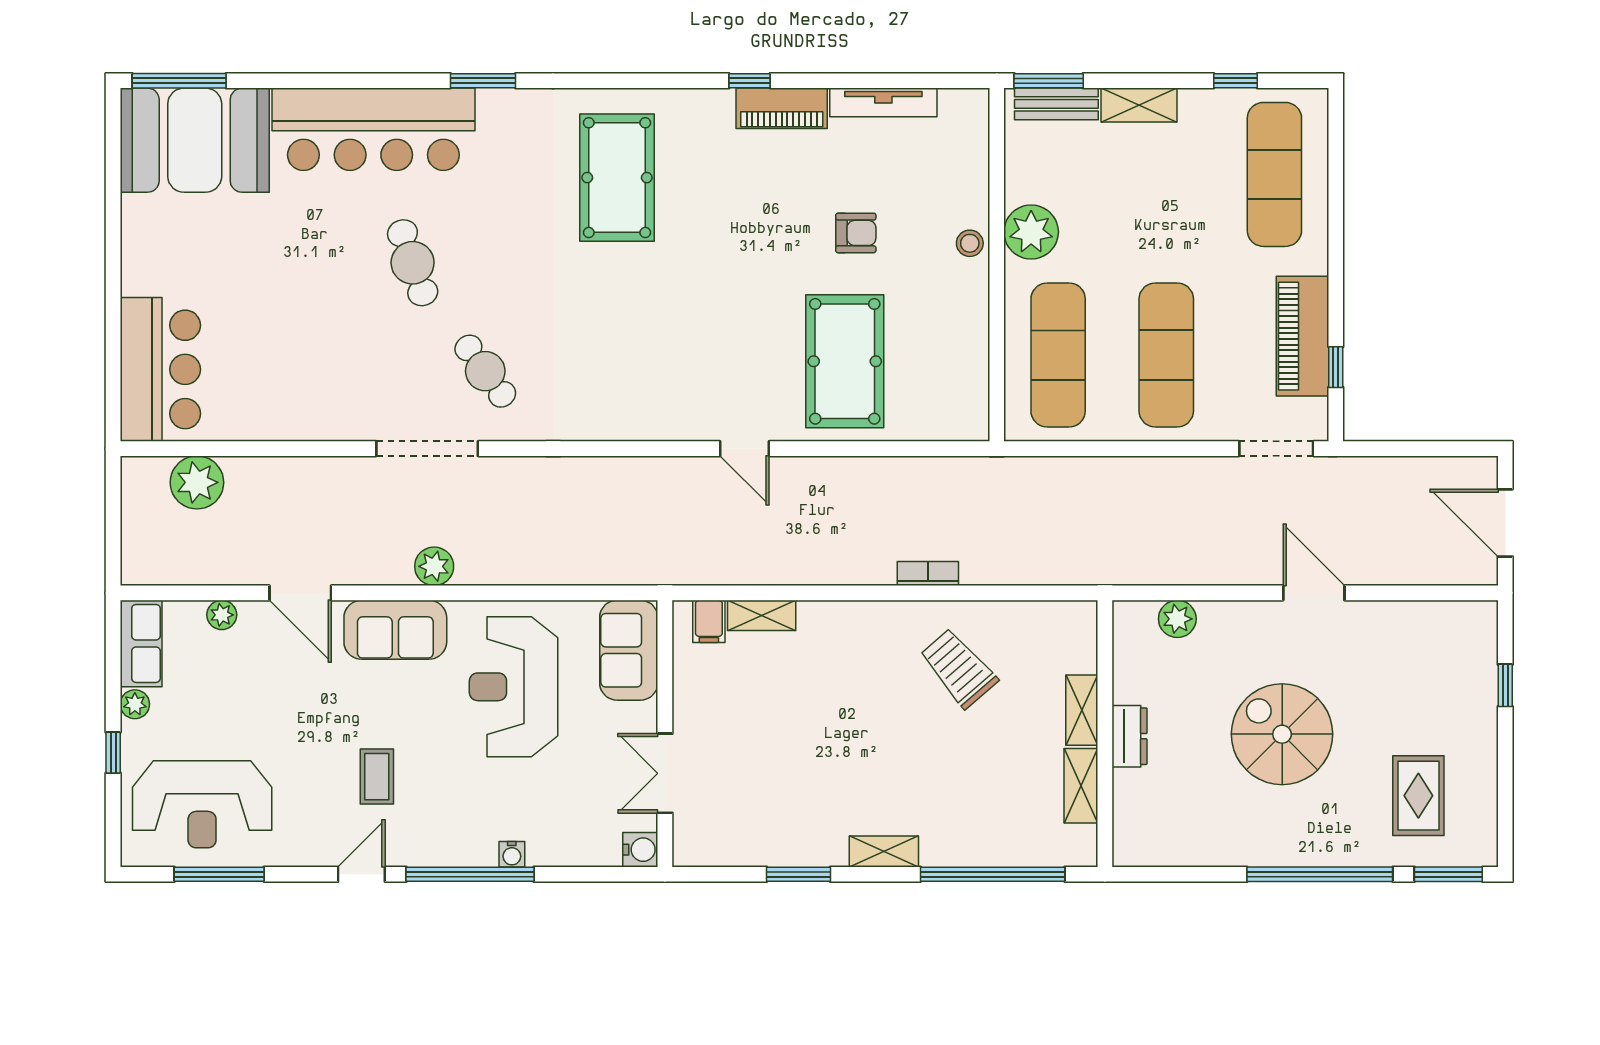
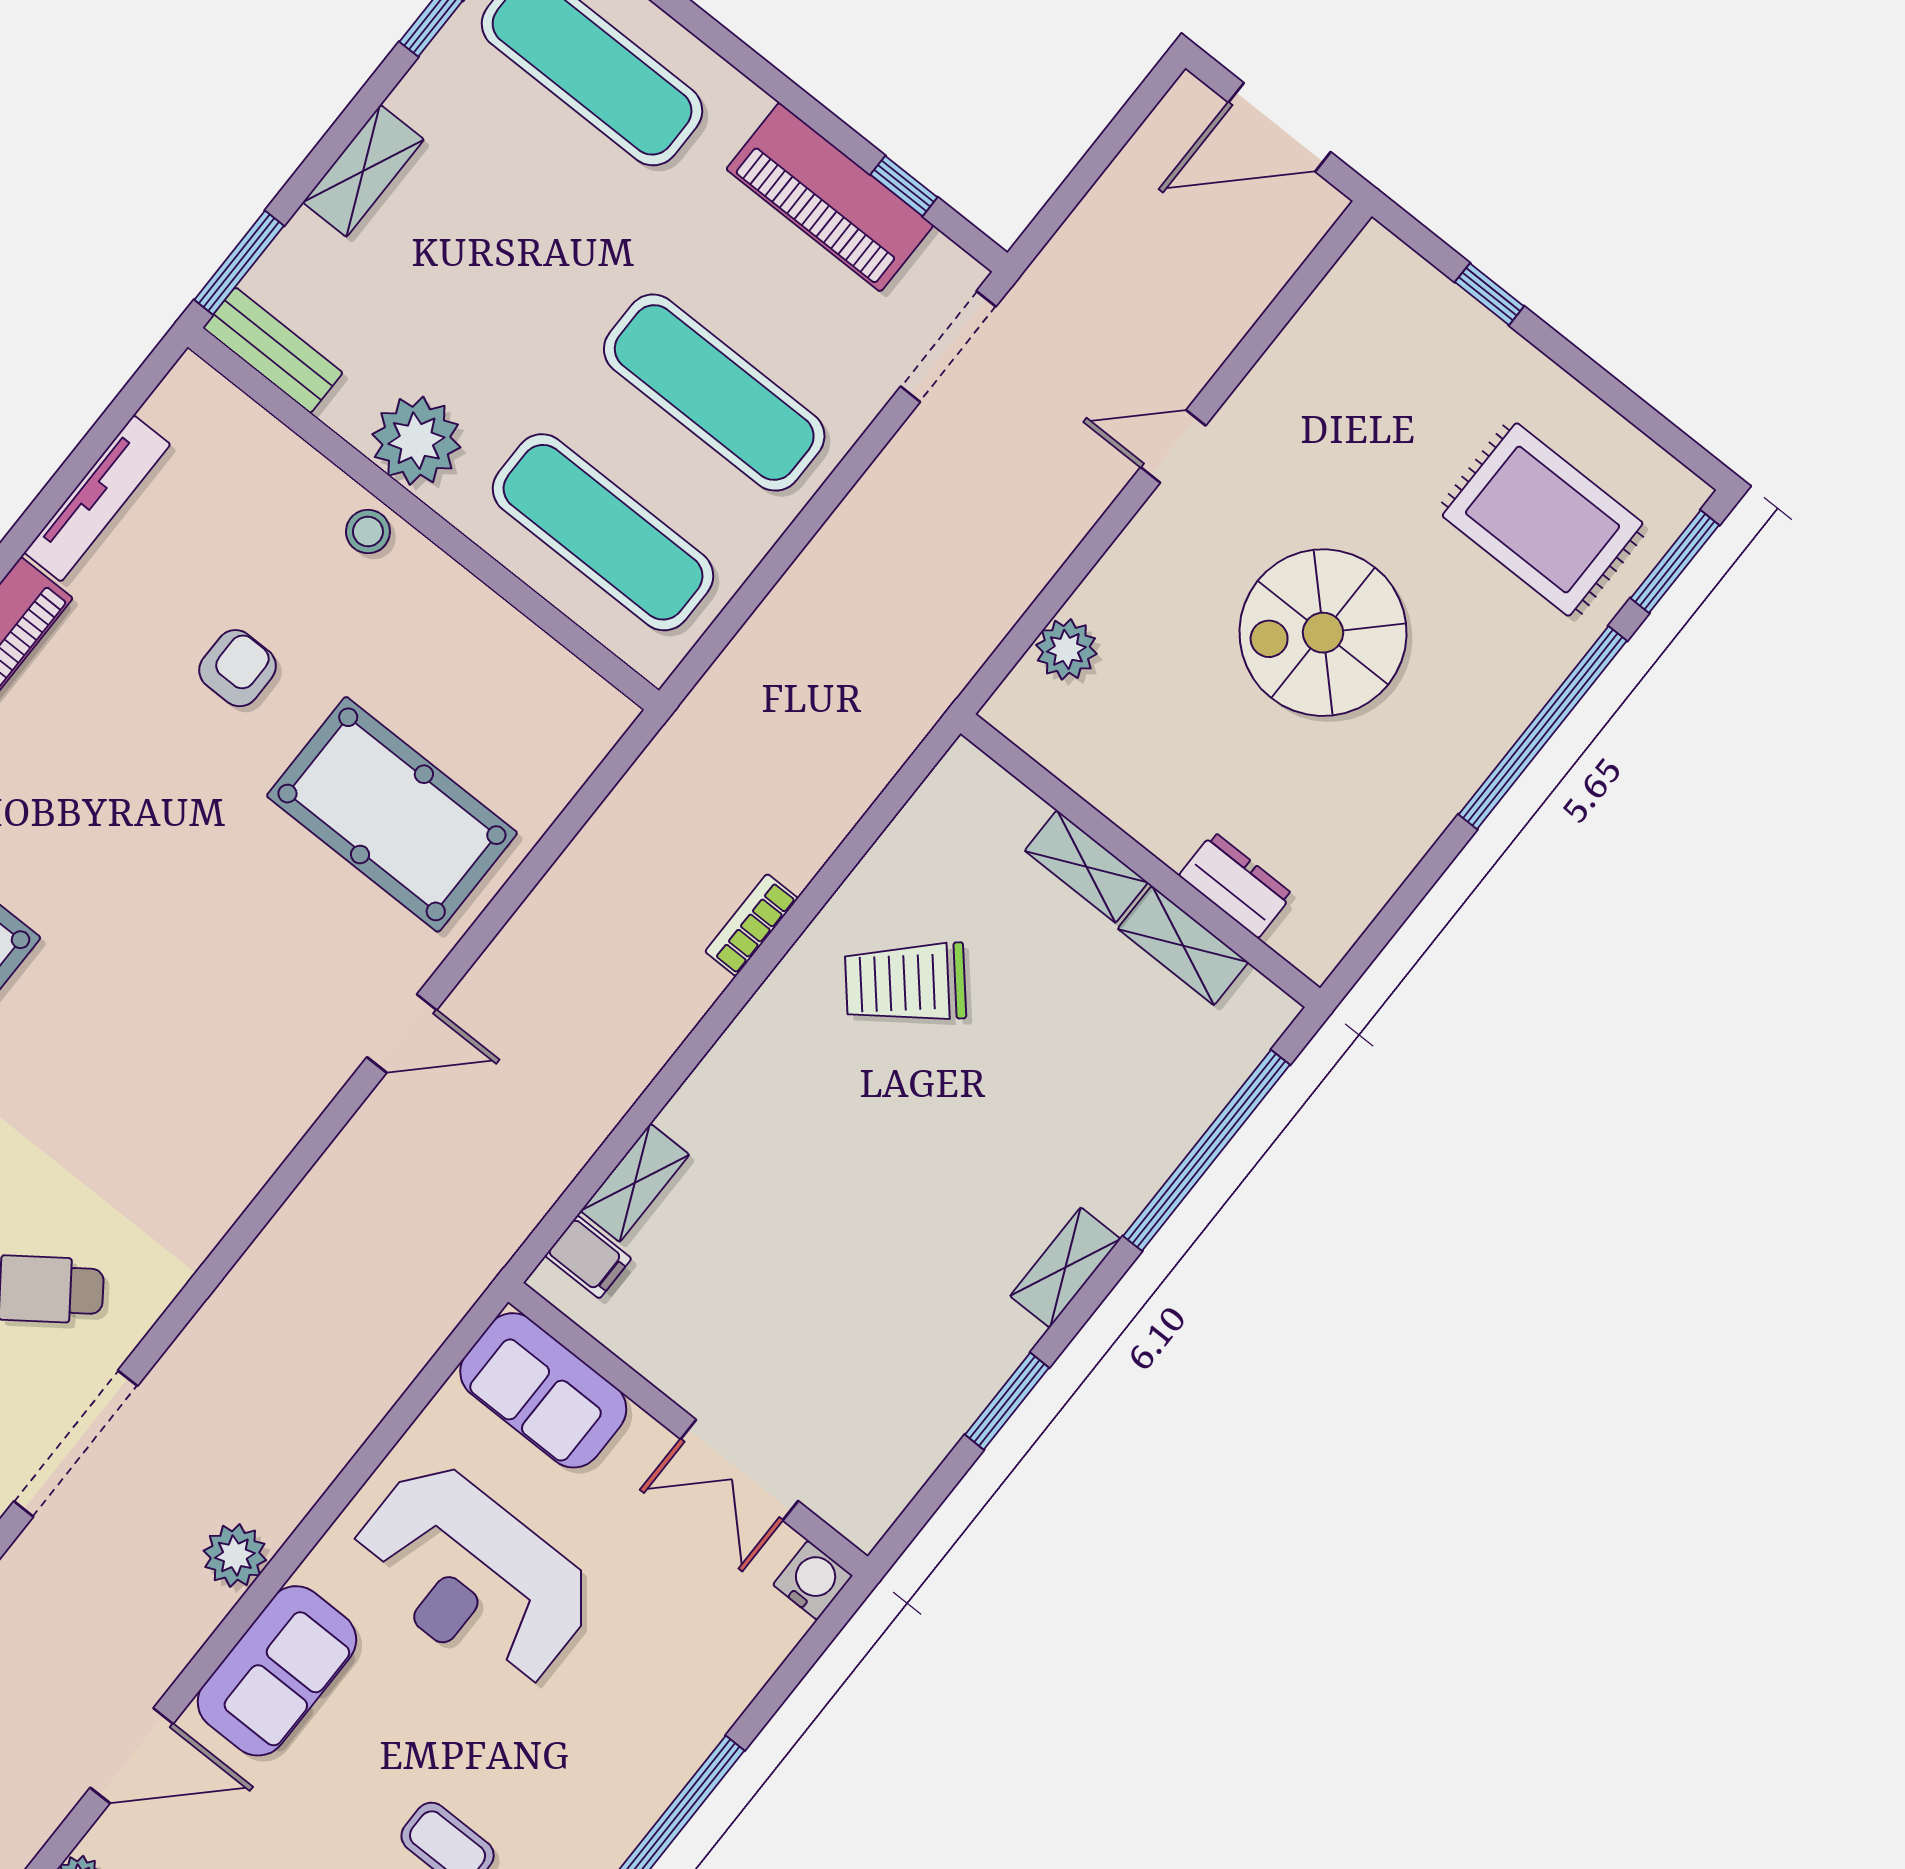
bench: (1056, 104) -> (273, 350), moved, turned 90
door: (1314, 593) -> (1173, 446), width x0.73
dresser: (1129, 736) -> (1236, 885), moved
rug: (1418, 796) -> (1543, 519), width x1.36, depth x1.43
water cooler: (512, 854) -> (687, 1751), removed

